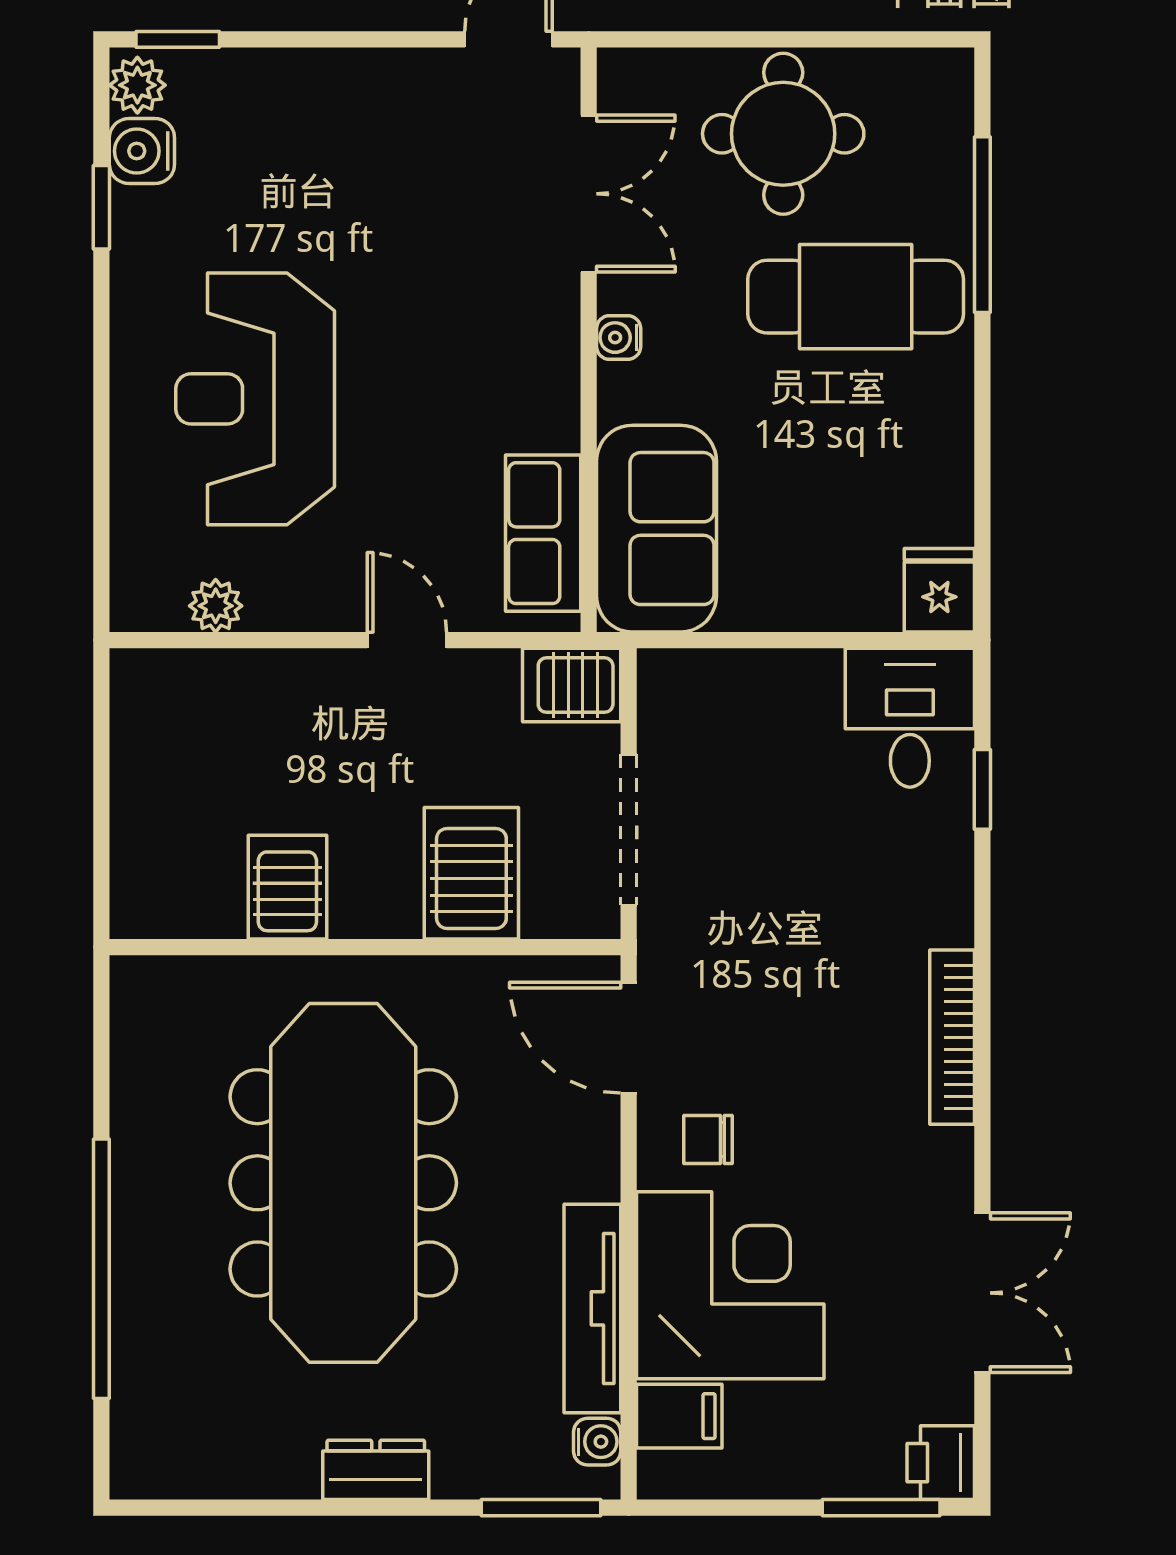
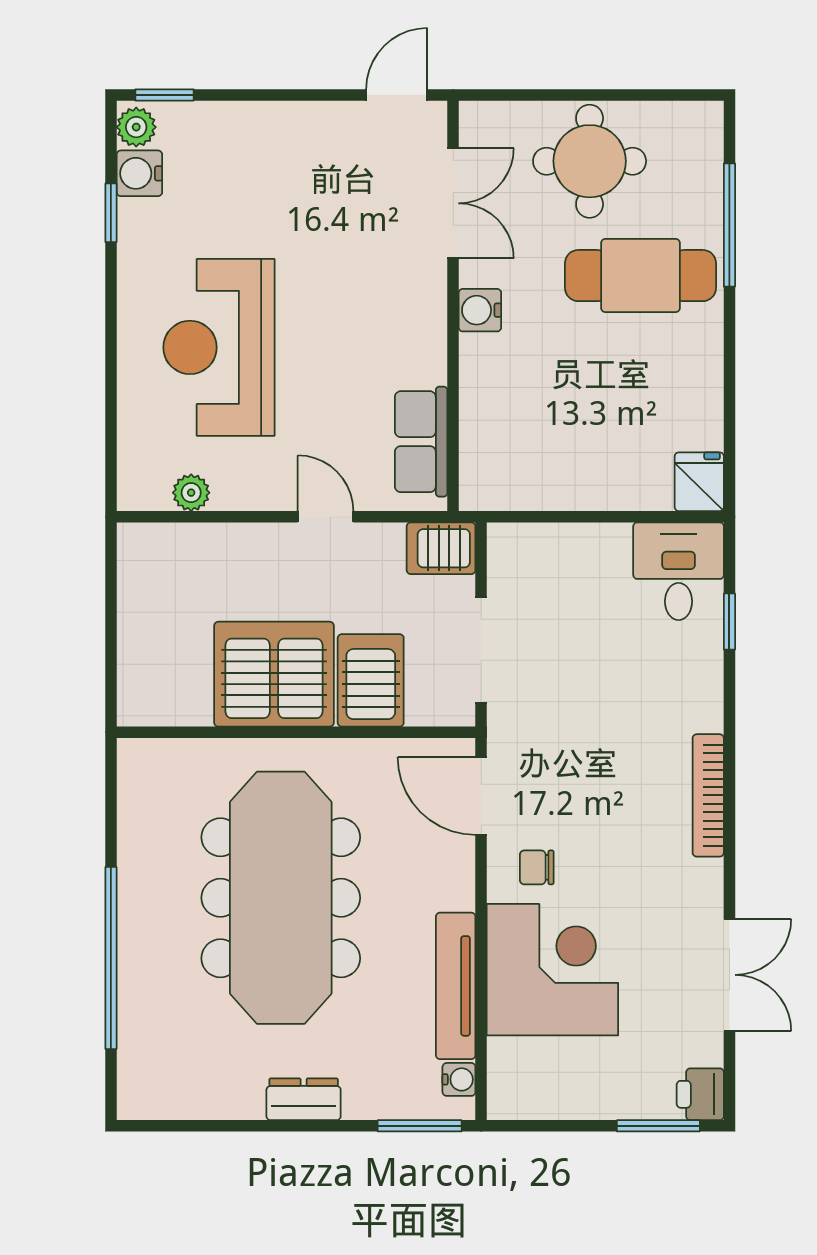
water cooler: (619, 338) -> (480, 310), width x1.38, depth x1.38
sofa: (656, 529) -> (501, 438), removed
server rack: (287, 887) -> (274, 674), width x2.18, depth x1.44
filing cabinet: (679, 1416) -> (517, 1062), removed

